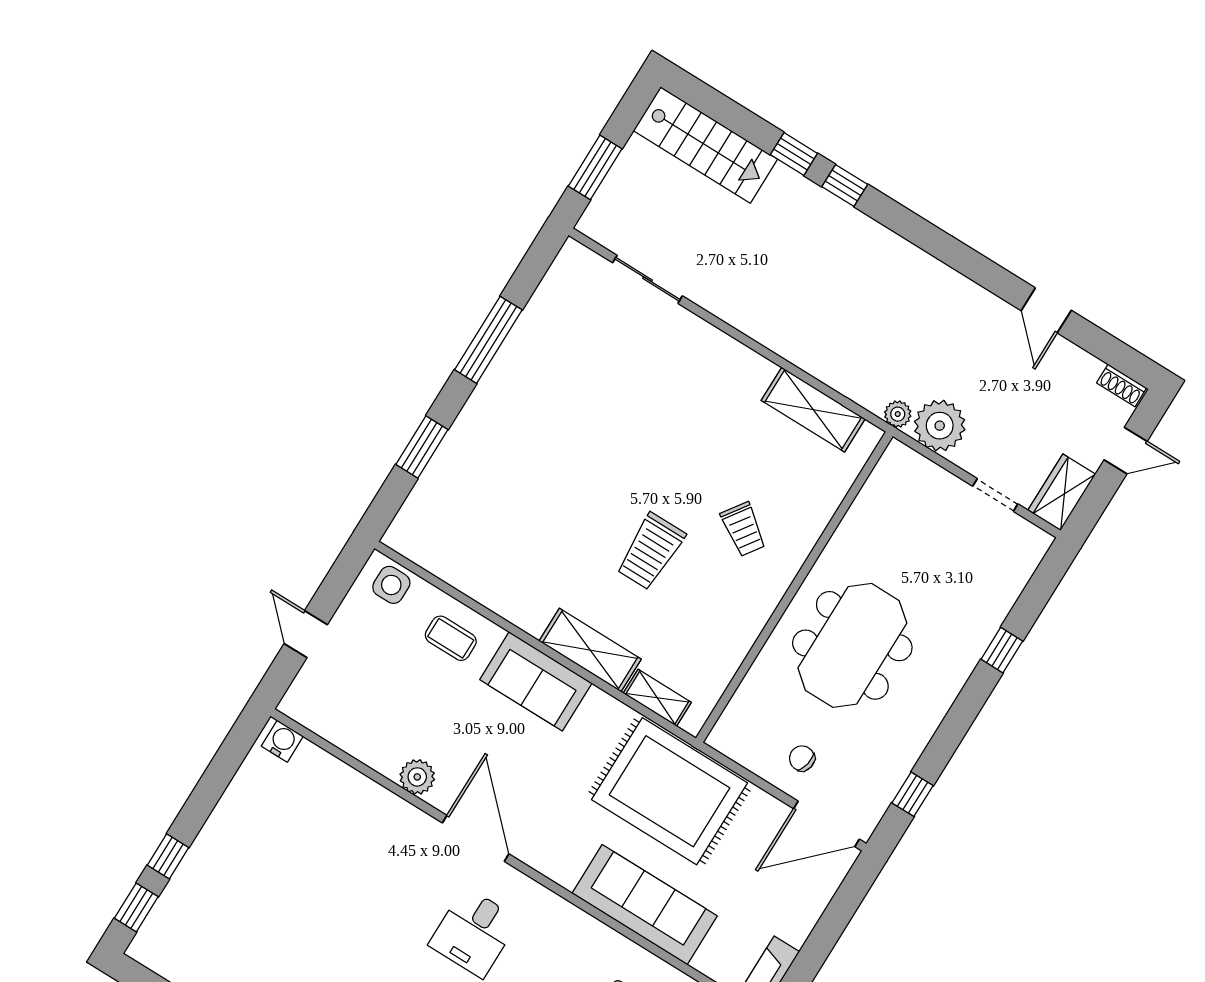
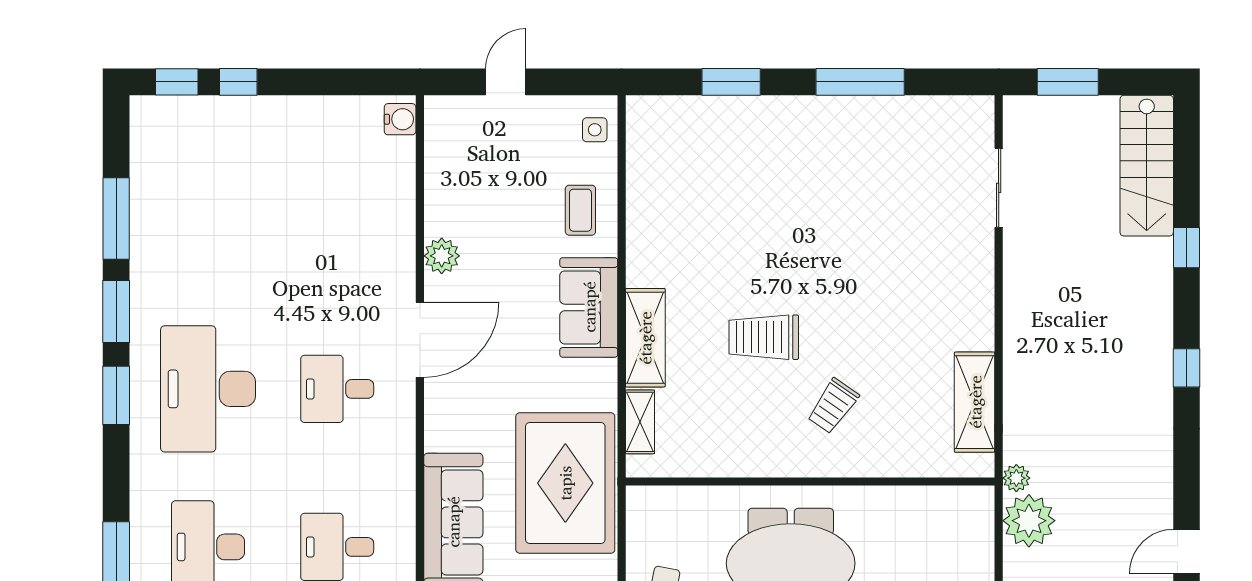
window: (845, 186) -> (1187, 368), moved
side table: (391, 585) -> (595, 130), width x0.73, depth x0.73

